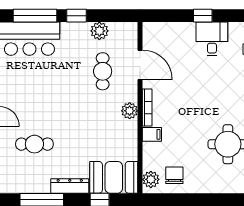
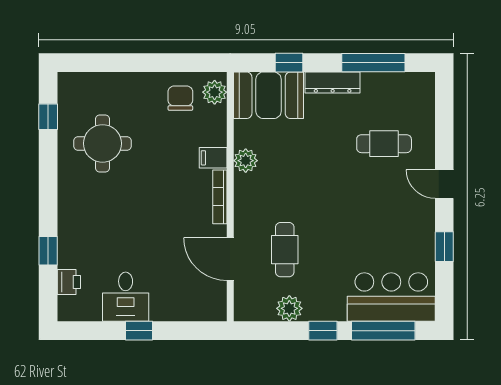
plant: (130, 111) -> (246, 161), moved
chair: (174, 175) -> (180, 98), turned 180

